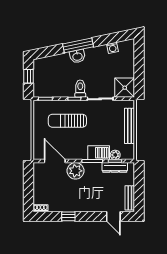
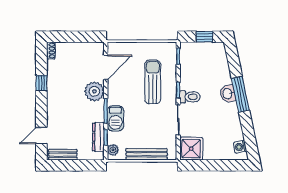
washing machine: (113, 48) -> (240, 147), moved
plant: (115, 155) -> (113, 150), moved

